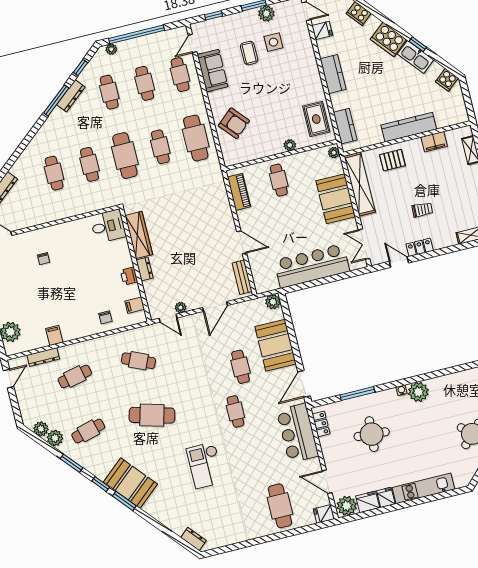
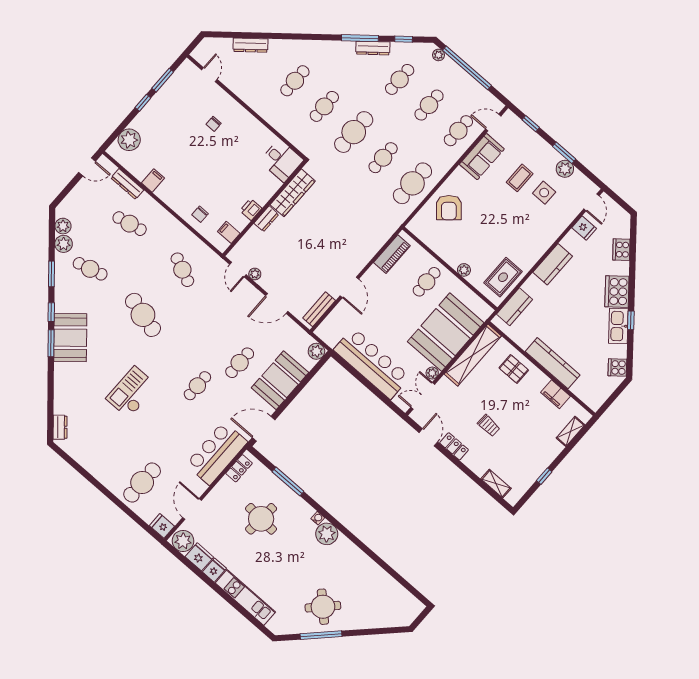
plant: (334, 153) -> (432, 373), moved
booth: (336, 199) -> (446, 332), width x1.36, depth x1.42

